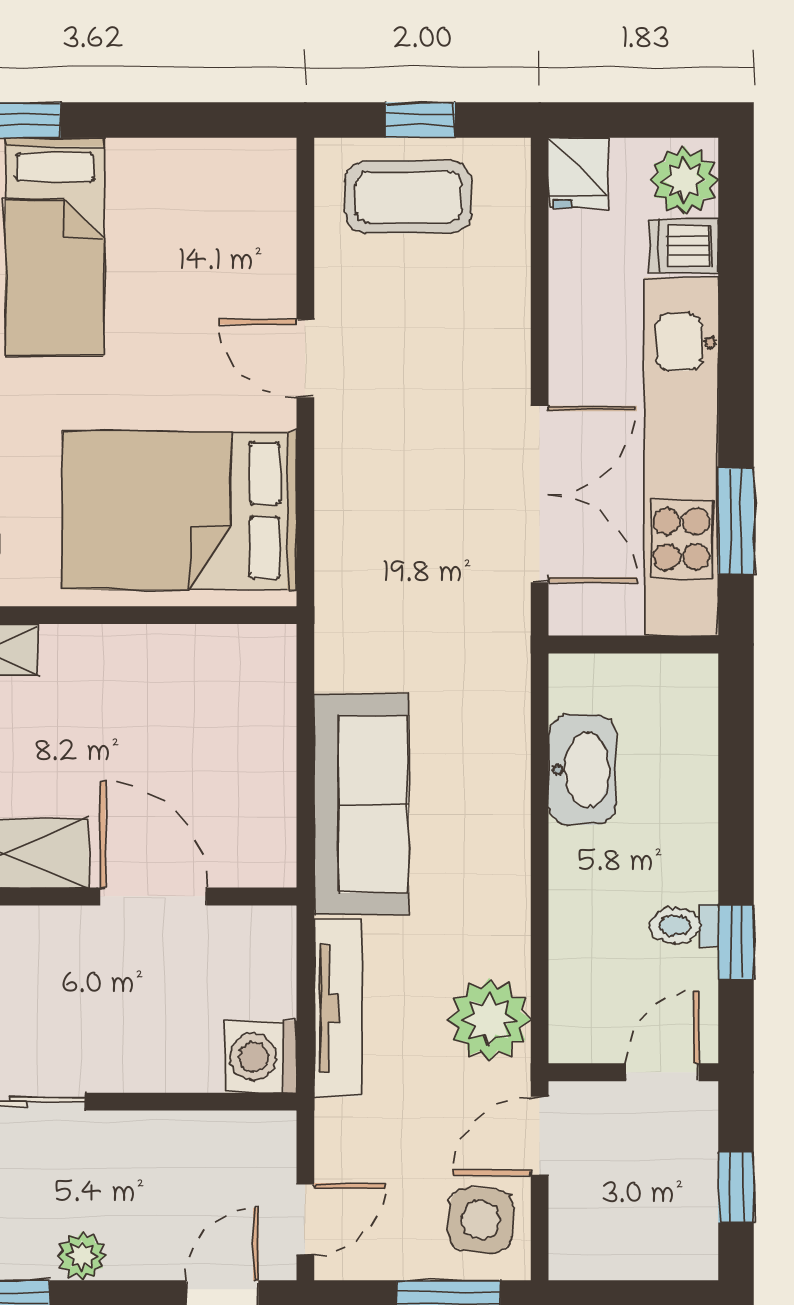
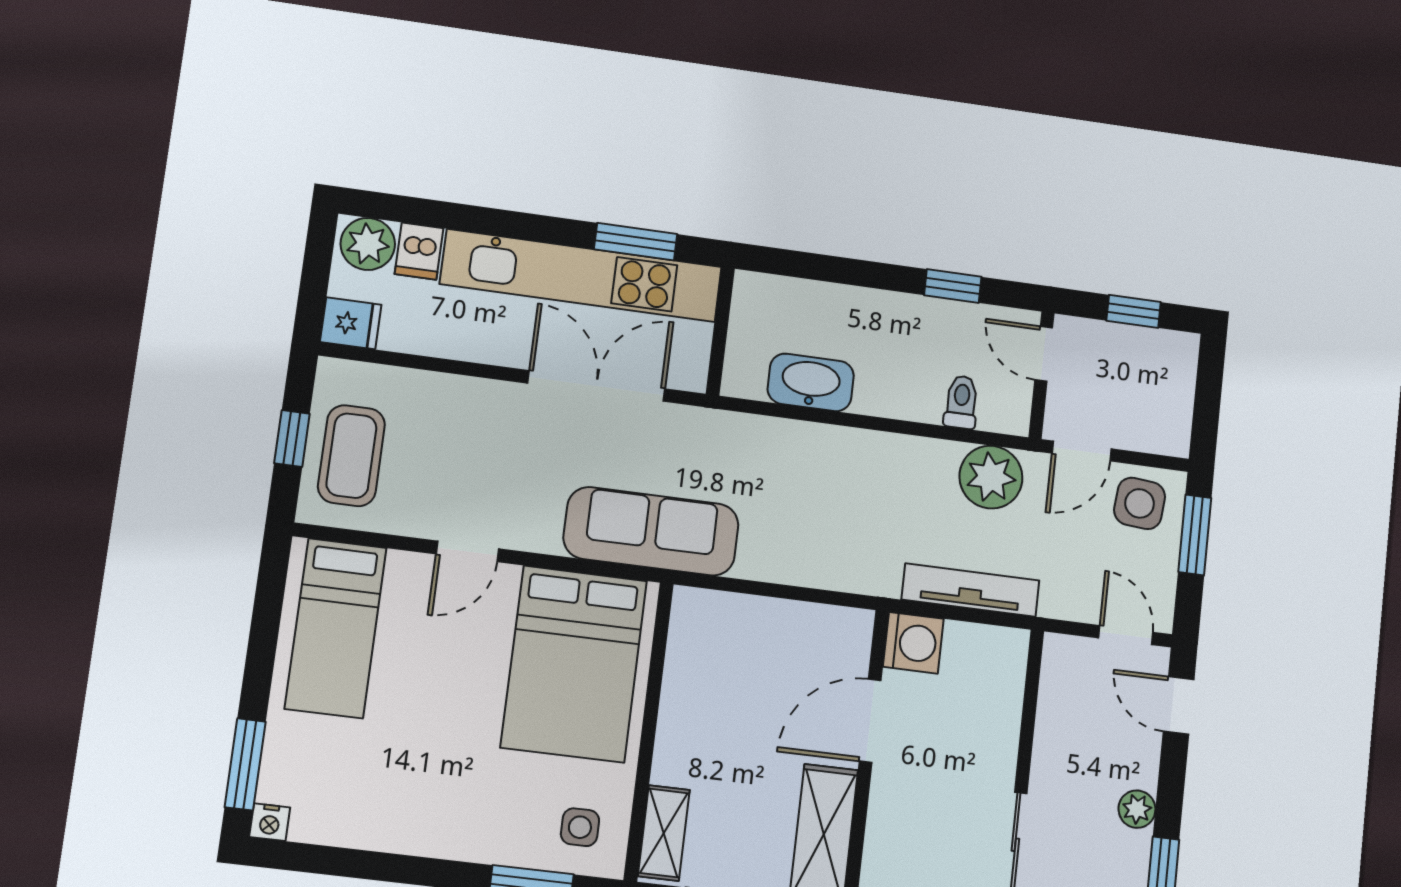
bed: (55, 247) -> (336, 628), moved, turned 90
sofa: (361, 804) -> (651, 531), moved
toilet: (684, 925) -> (961, 402), moved, turned 180
washing machine: (260, 1057) -> (913, 643), moved, turned -90
door: (540, 1136) -> (1082, 451), hinge flipped

